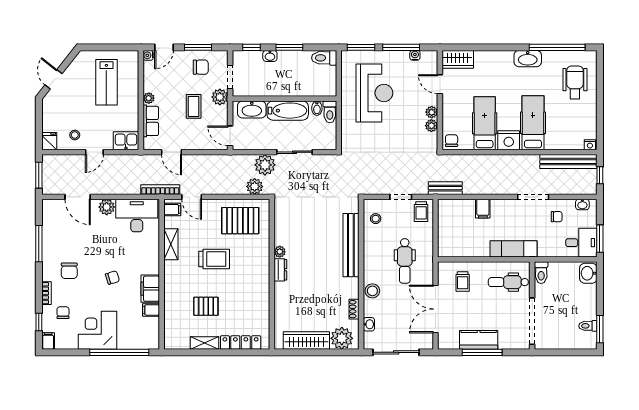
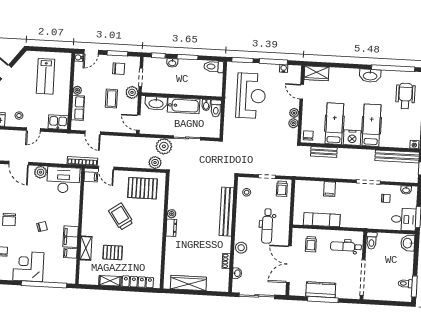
bench: (445, 188) -> (324, 152), moved
shelving: (171, 244) -> (86, 248), moved
exam couch: (513, 249) -> (322, 220), moved
trolley: (214, 259) -> (121, 217), turned -125
plant: (342, 338) -> (216, 283), removed

